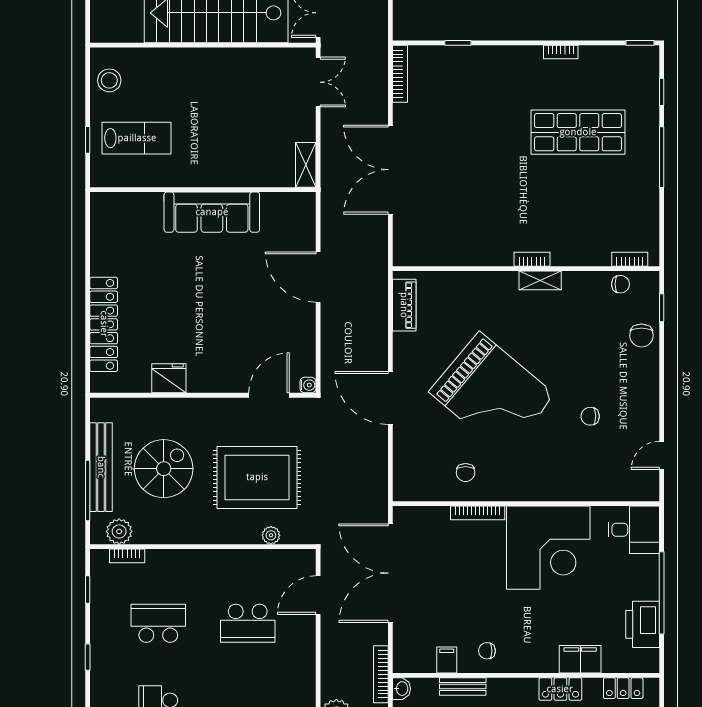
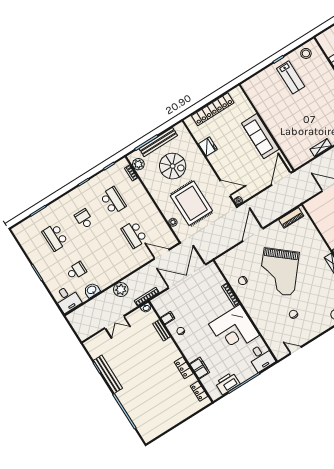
wall: (203, 190) -> (267, 128), moved
sofa: (212, 212) -> (260, 136), moved

